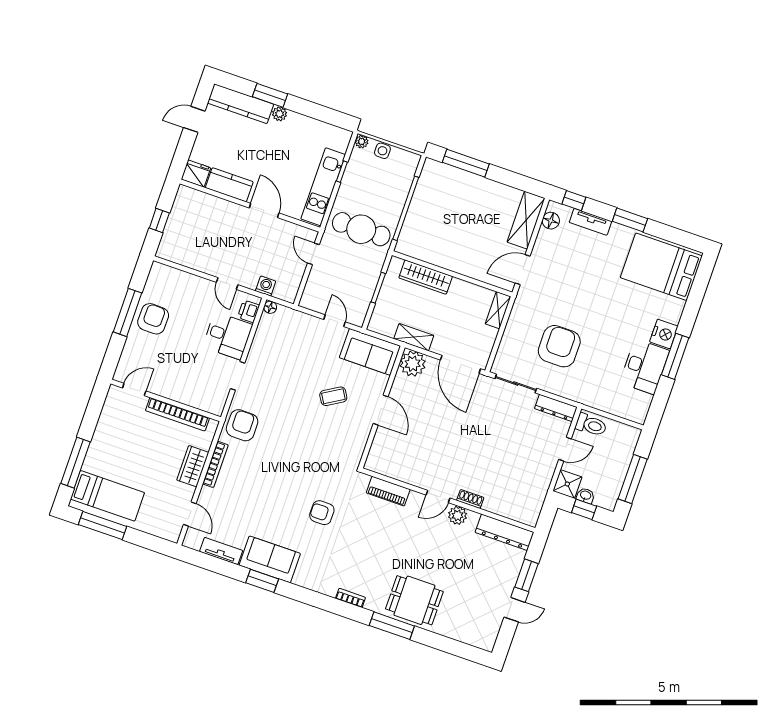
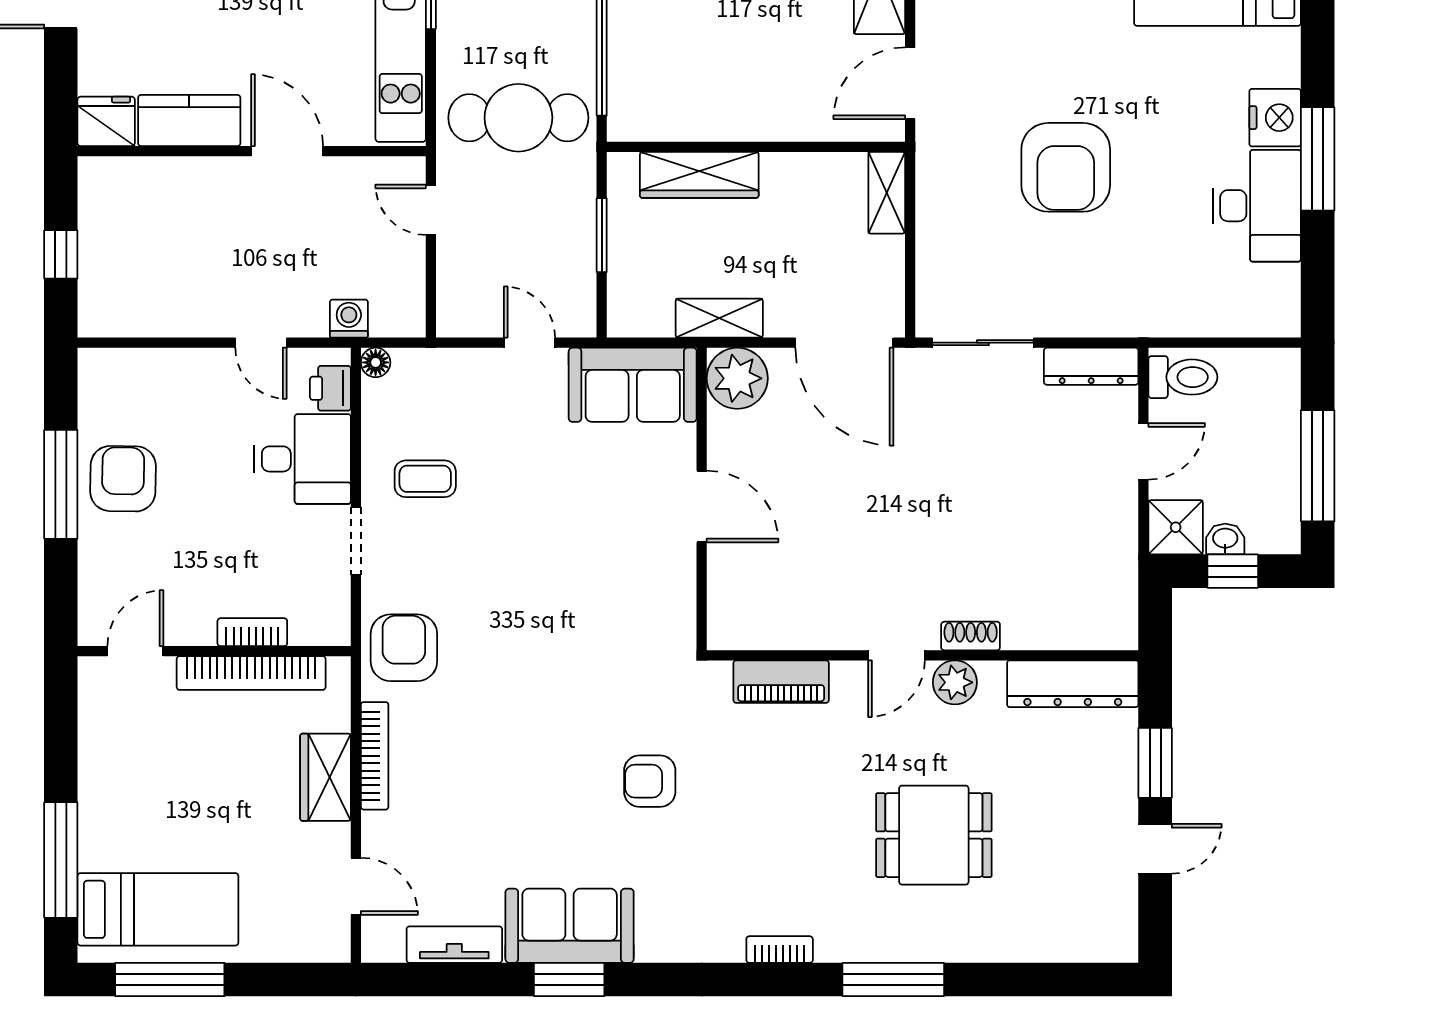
armchair: (559, 346) -> (1066, 167), moved, turned 180
coffee table: (333, 396) -> (425, 479), moved, turned 31
bookcase: (184, 398) -> (252, 632), added
dining table: (414, 600) -> (934, 835), moved

